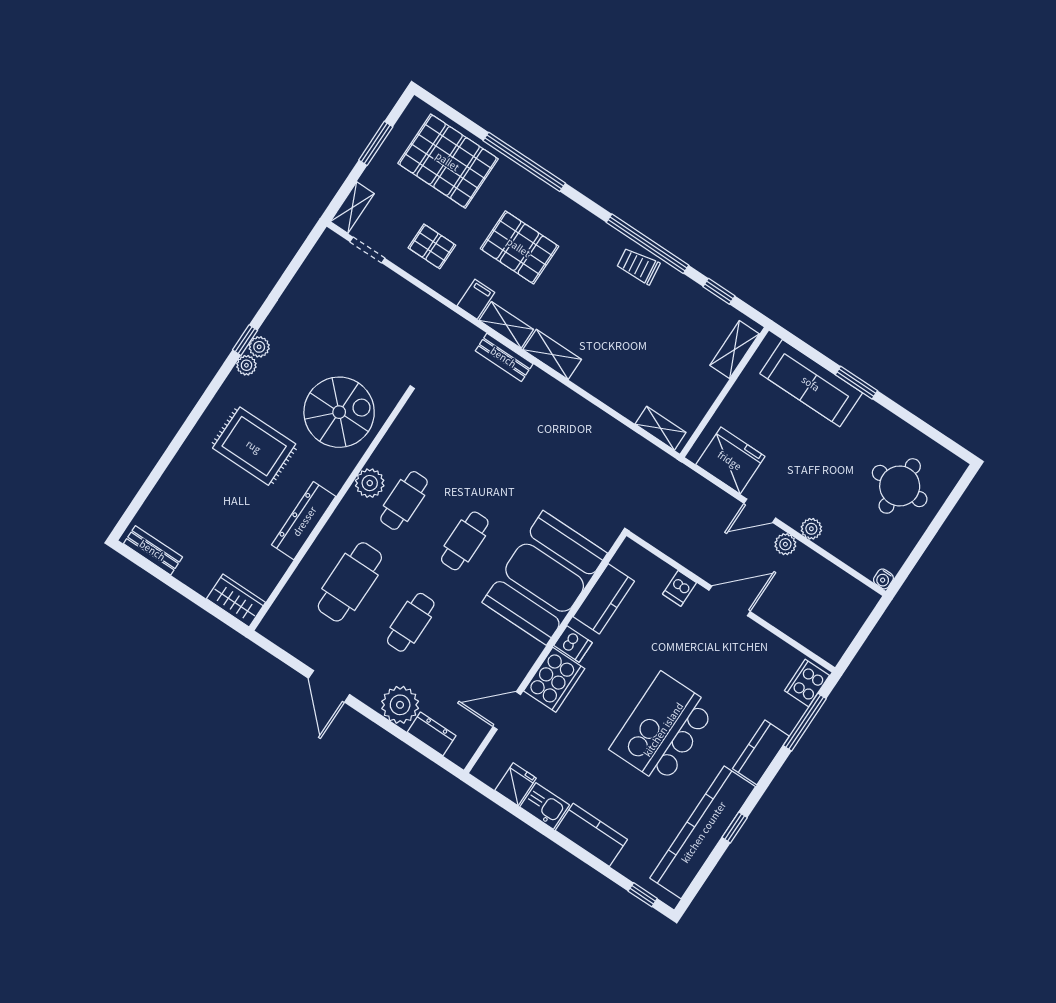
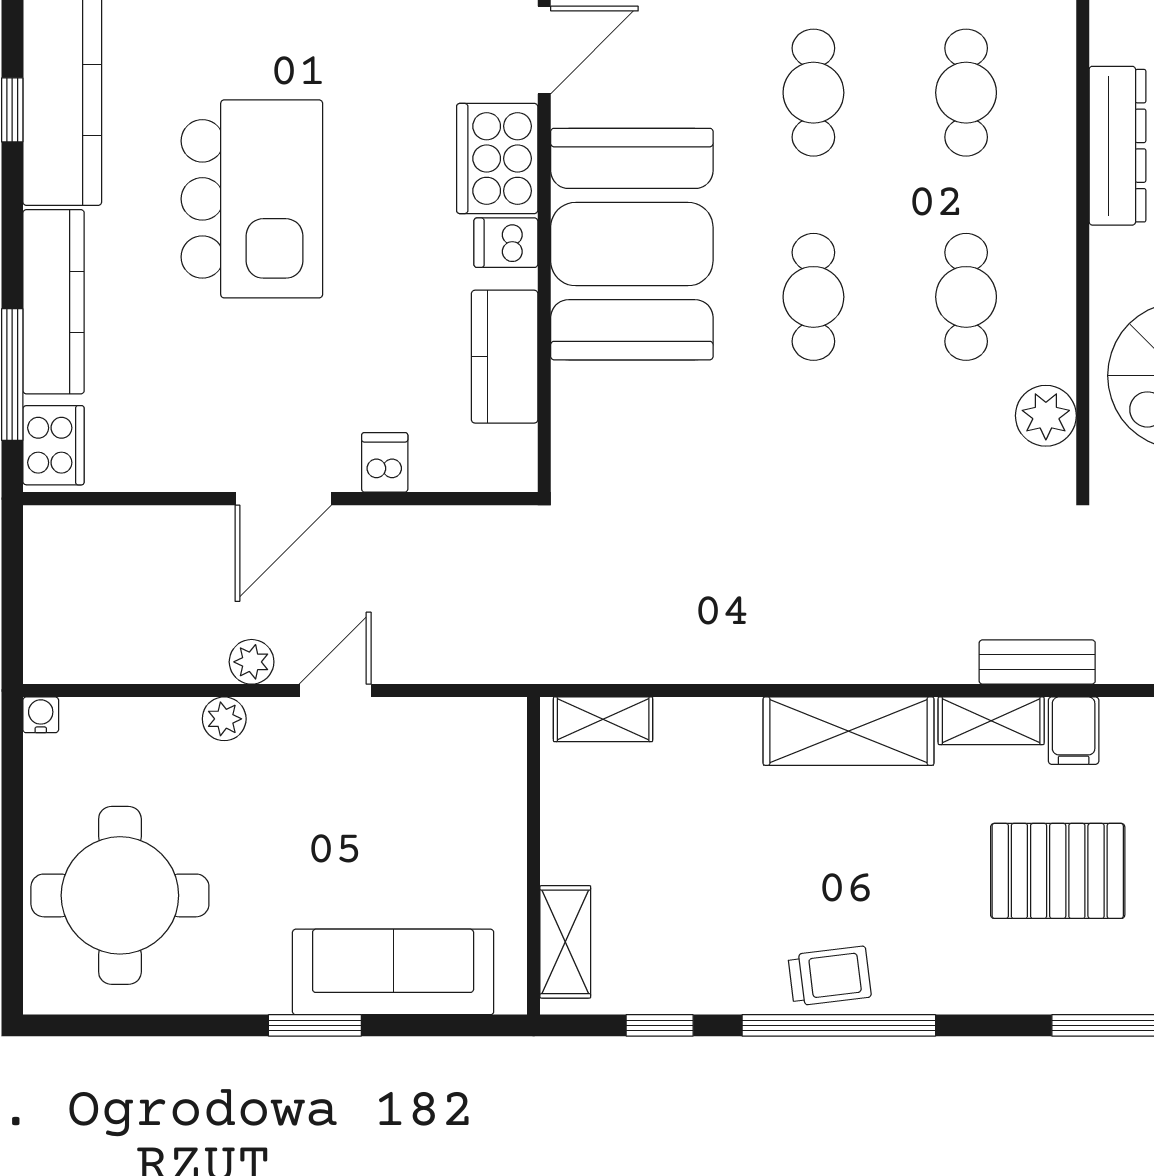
shelving: (552, 354) -> (849, 731), width x1.50, depth x1.33
bench: (504, 357) -> (1037, 662), moved
fridge: (730, 460) -> (444, 744), removed
plant: (370, 483) -> (1046, 416), moved
round table: (900, 486) -> (120, 895), width x1.36, depth x1.36
booth: (545, 578) -> (632, 244), moved
cafe table: (350, 582) -> (966, 93), width x0.73, depth x0.74
kitchen counter: (761, 752) -> (54, 302), width x1.50

